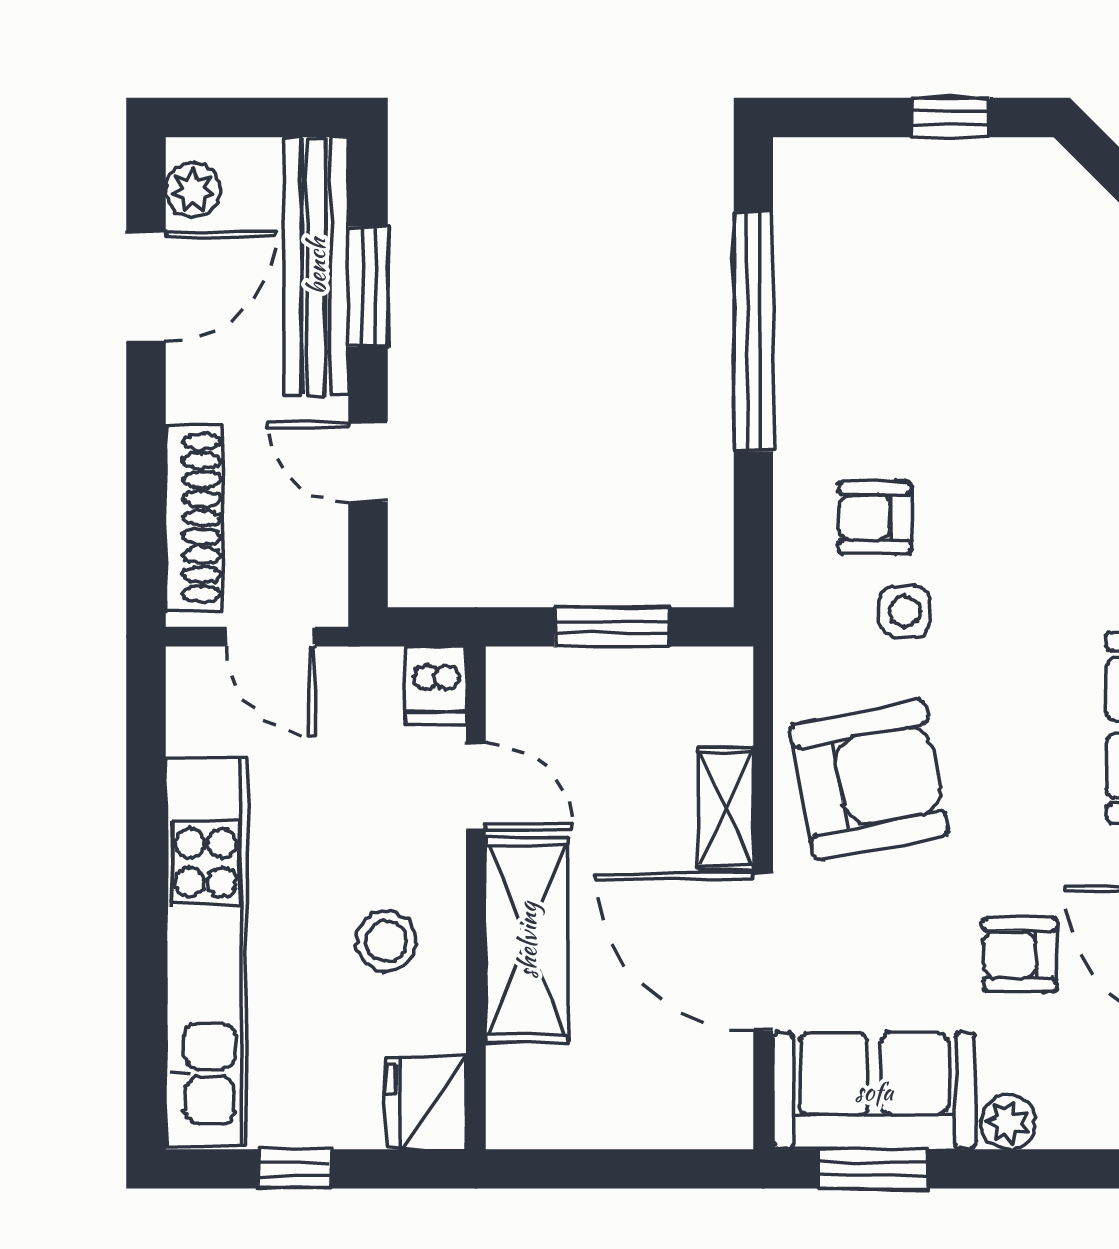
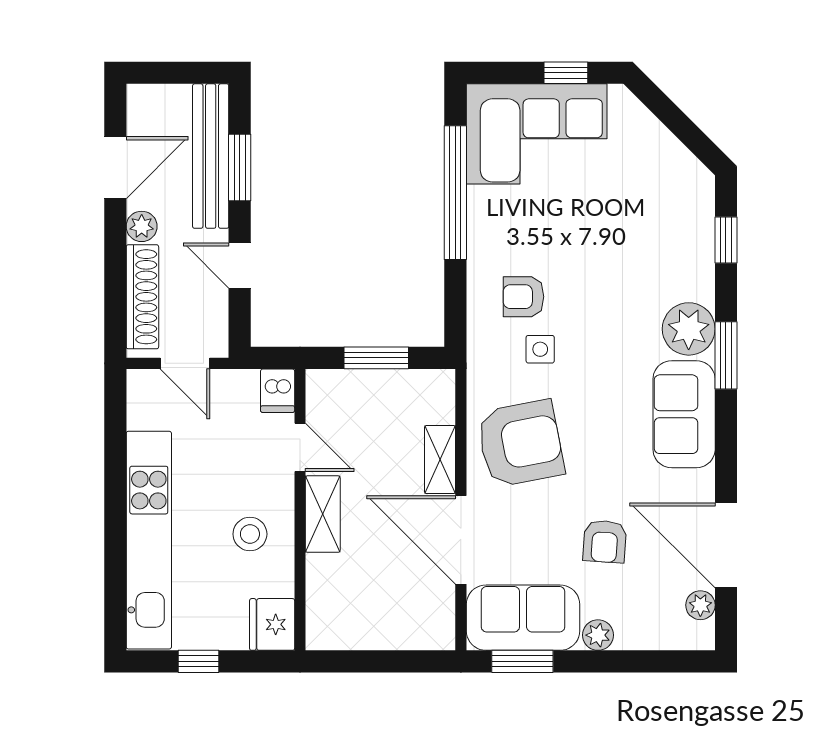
plant: (193, 190) -> (142, 226), moved
corner sofa: (898, 227) -> (537, 134), added
shelving: (527, 940) -> (323, 514), width x0.67, depth x0.75
armchair: (1020, 955) -> (605, 541), turned -86

